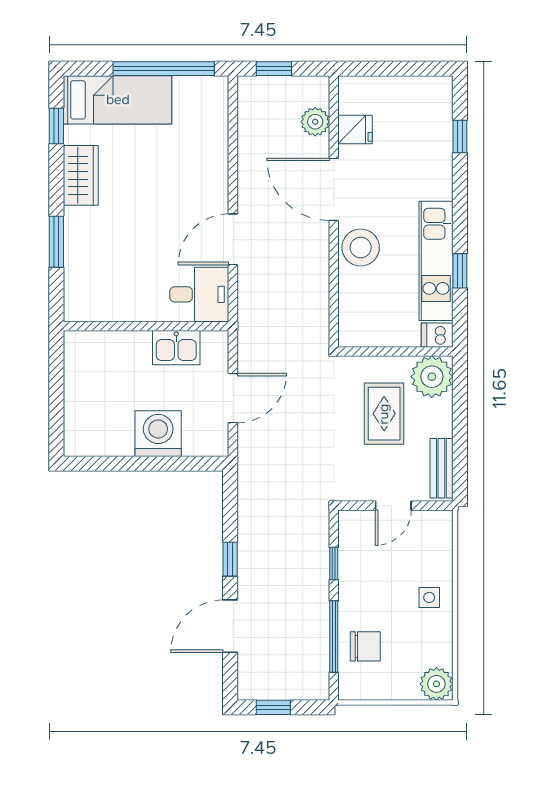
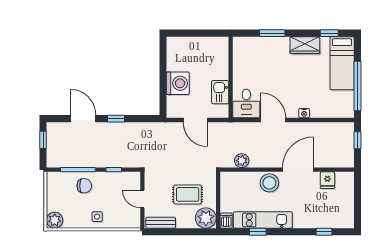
plant: (315, 122) -> (242, 161), moved
nightstand: (219, 177) -> (304, 113), added
chair: (365, 646) -> (84, 186), moved, turned -90

